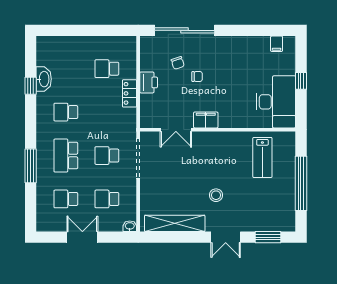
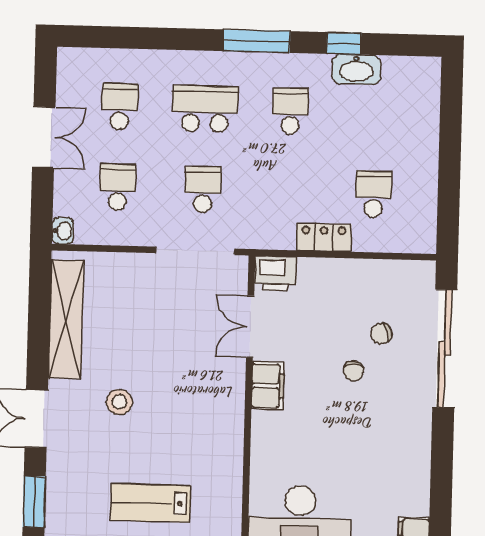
printer: (149, 82) -> (276, 273), moved
lab bench: (262, 157) -> (150, 503), moved
window: (31, 166) -> (257, 41), moved

